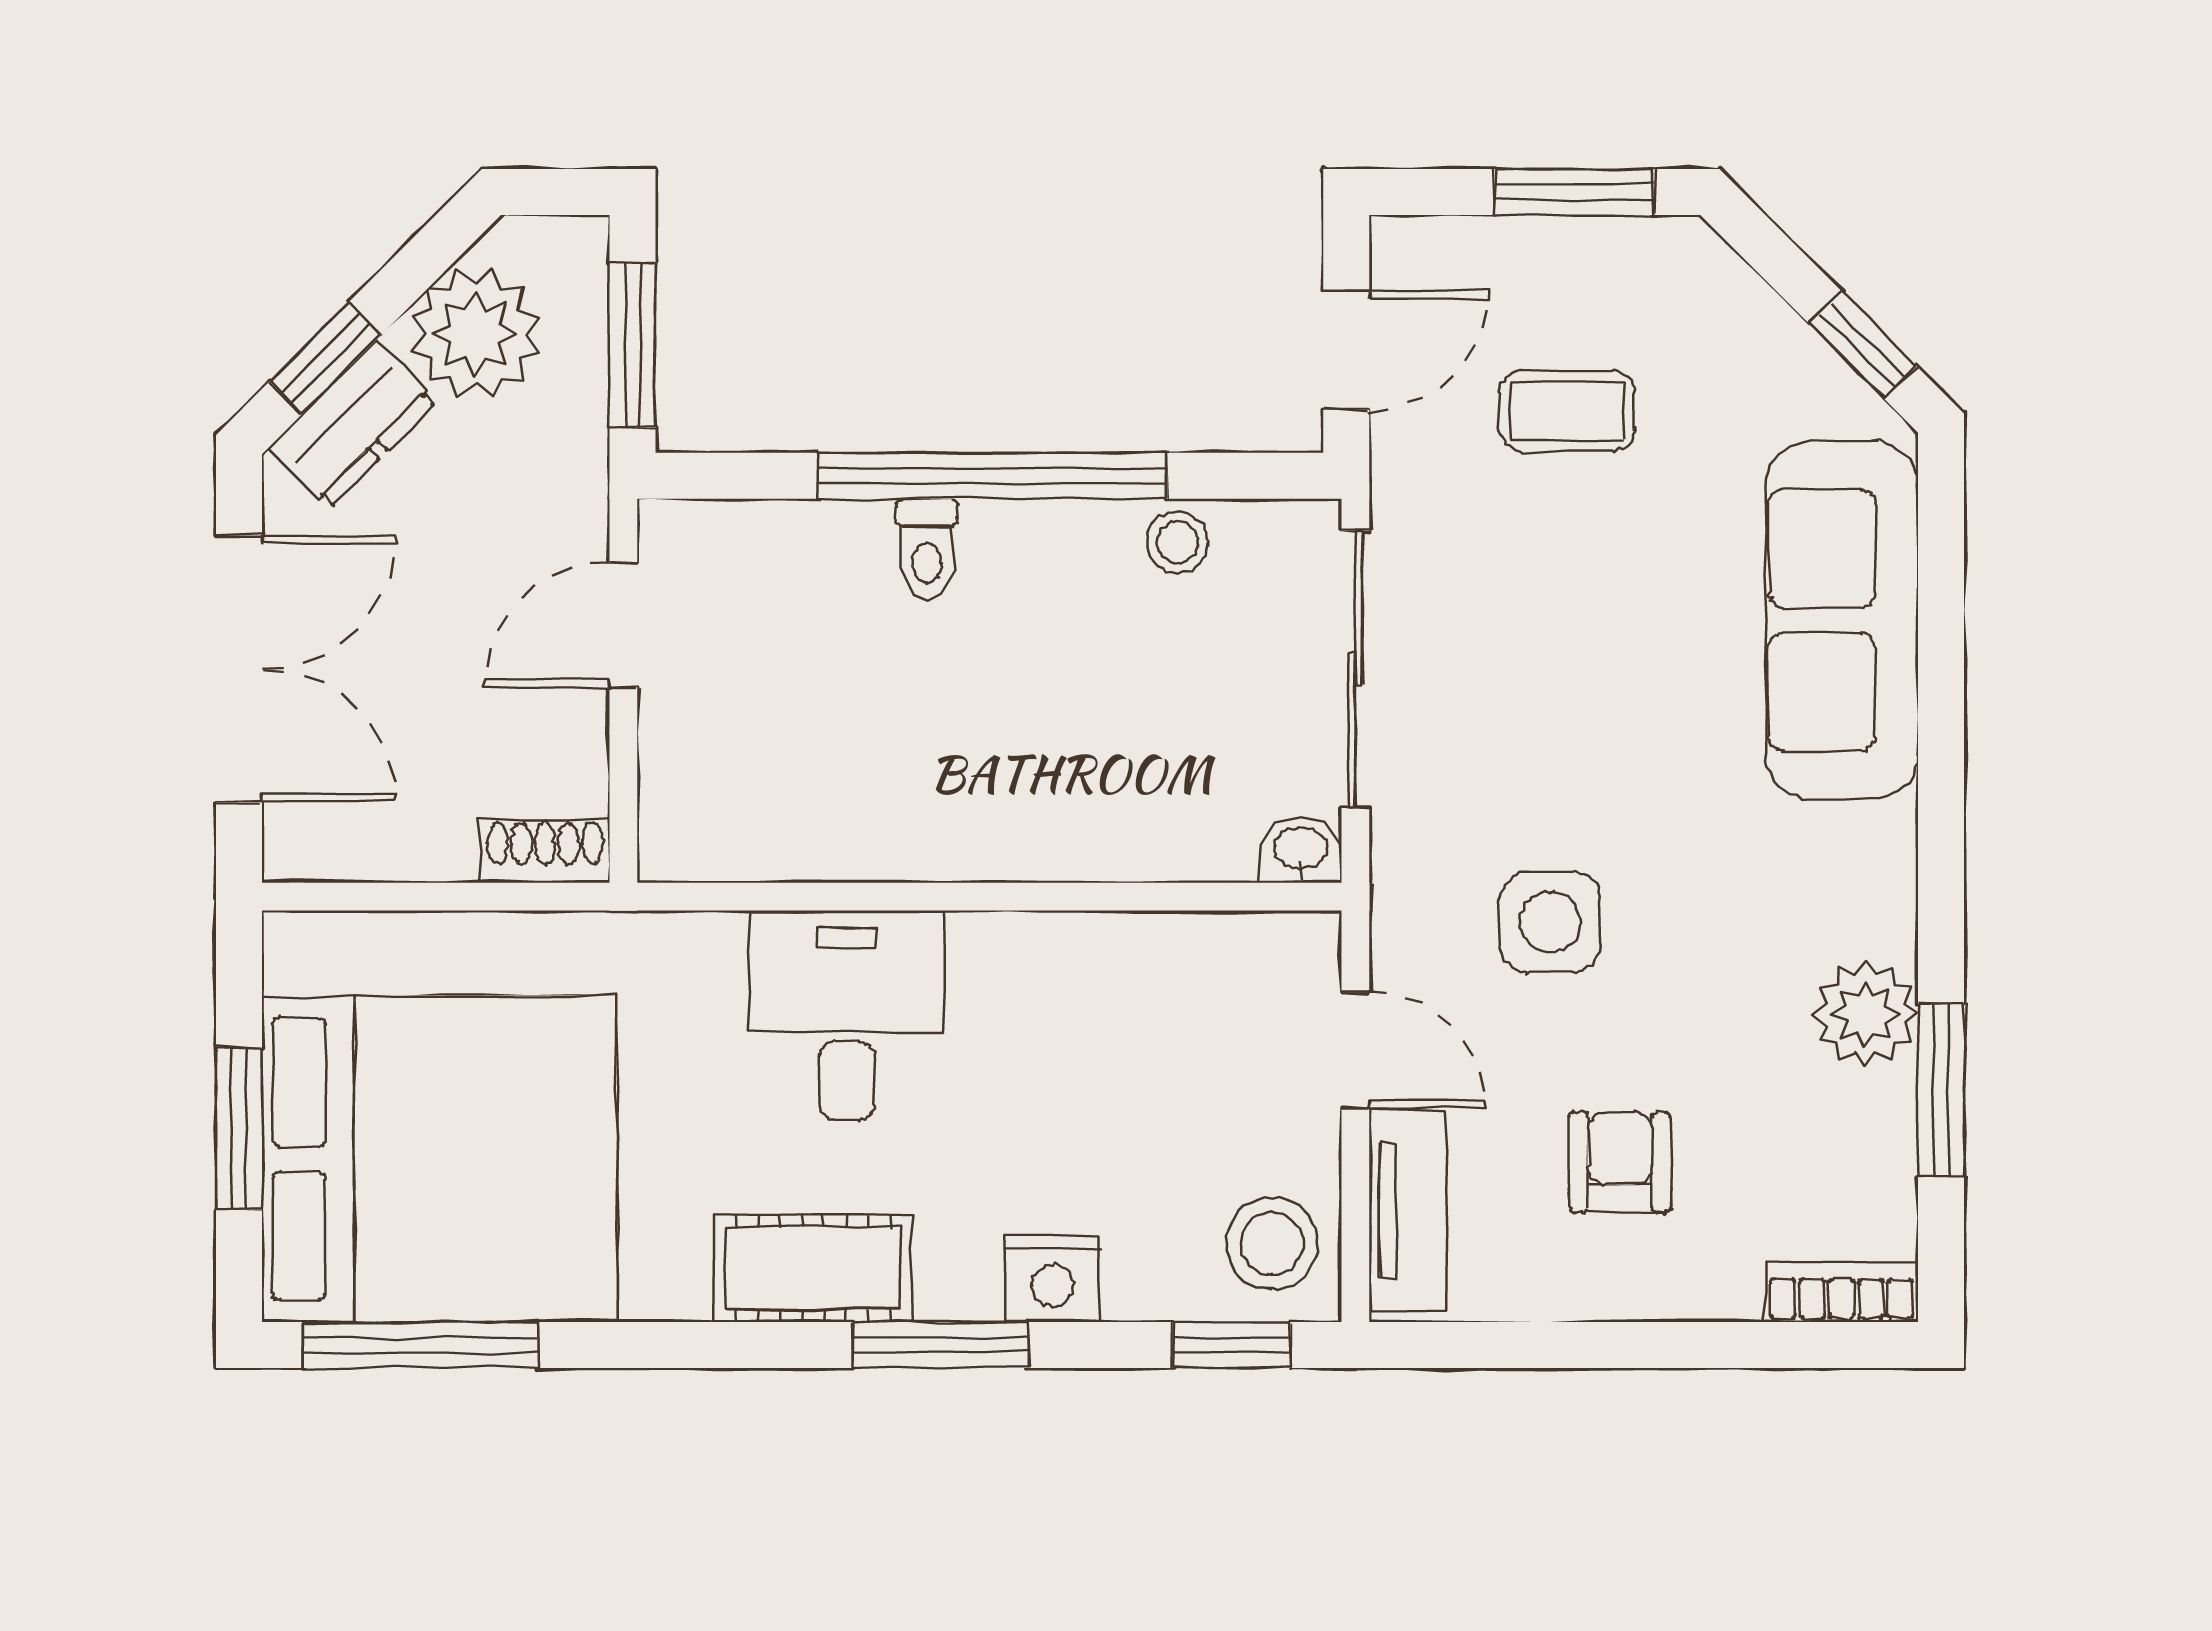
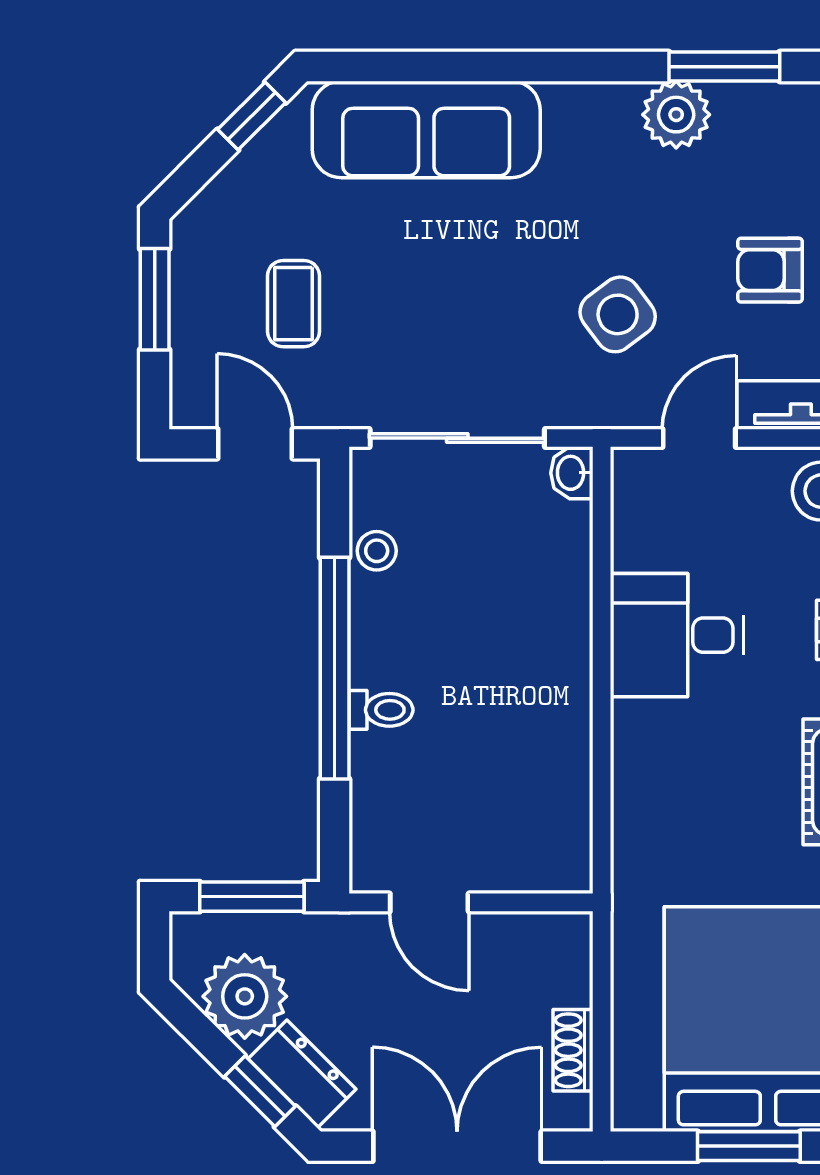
shoe rack: (545, 852) -> (573, 1050), moved
side table: (1550, 922) -> (618, 314), turned -37
desk: (847, 1015) -> (677, 635), moved

